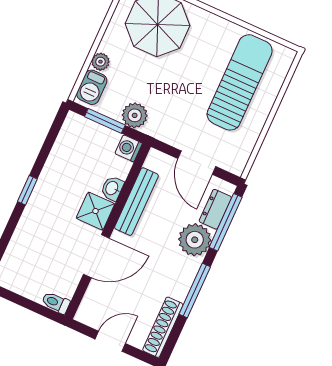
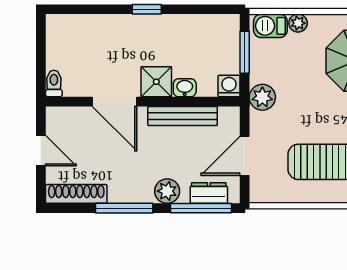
plant: (135, 115) -> (262, 97), moved
plant: (195, 240) -> (167, 191), width x0.73, depth x0.73

